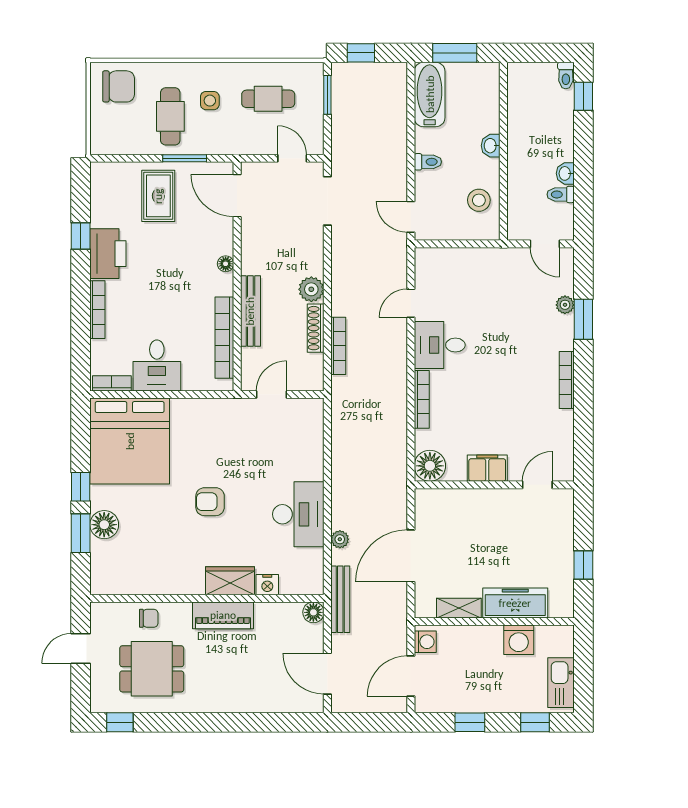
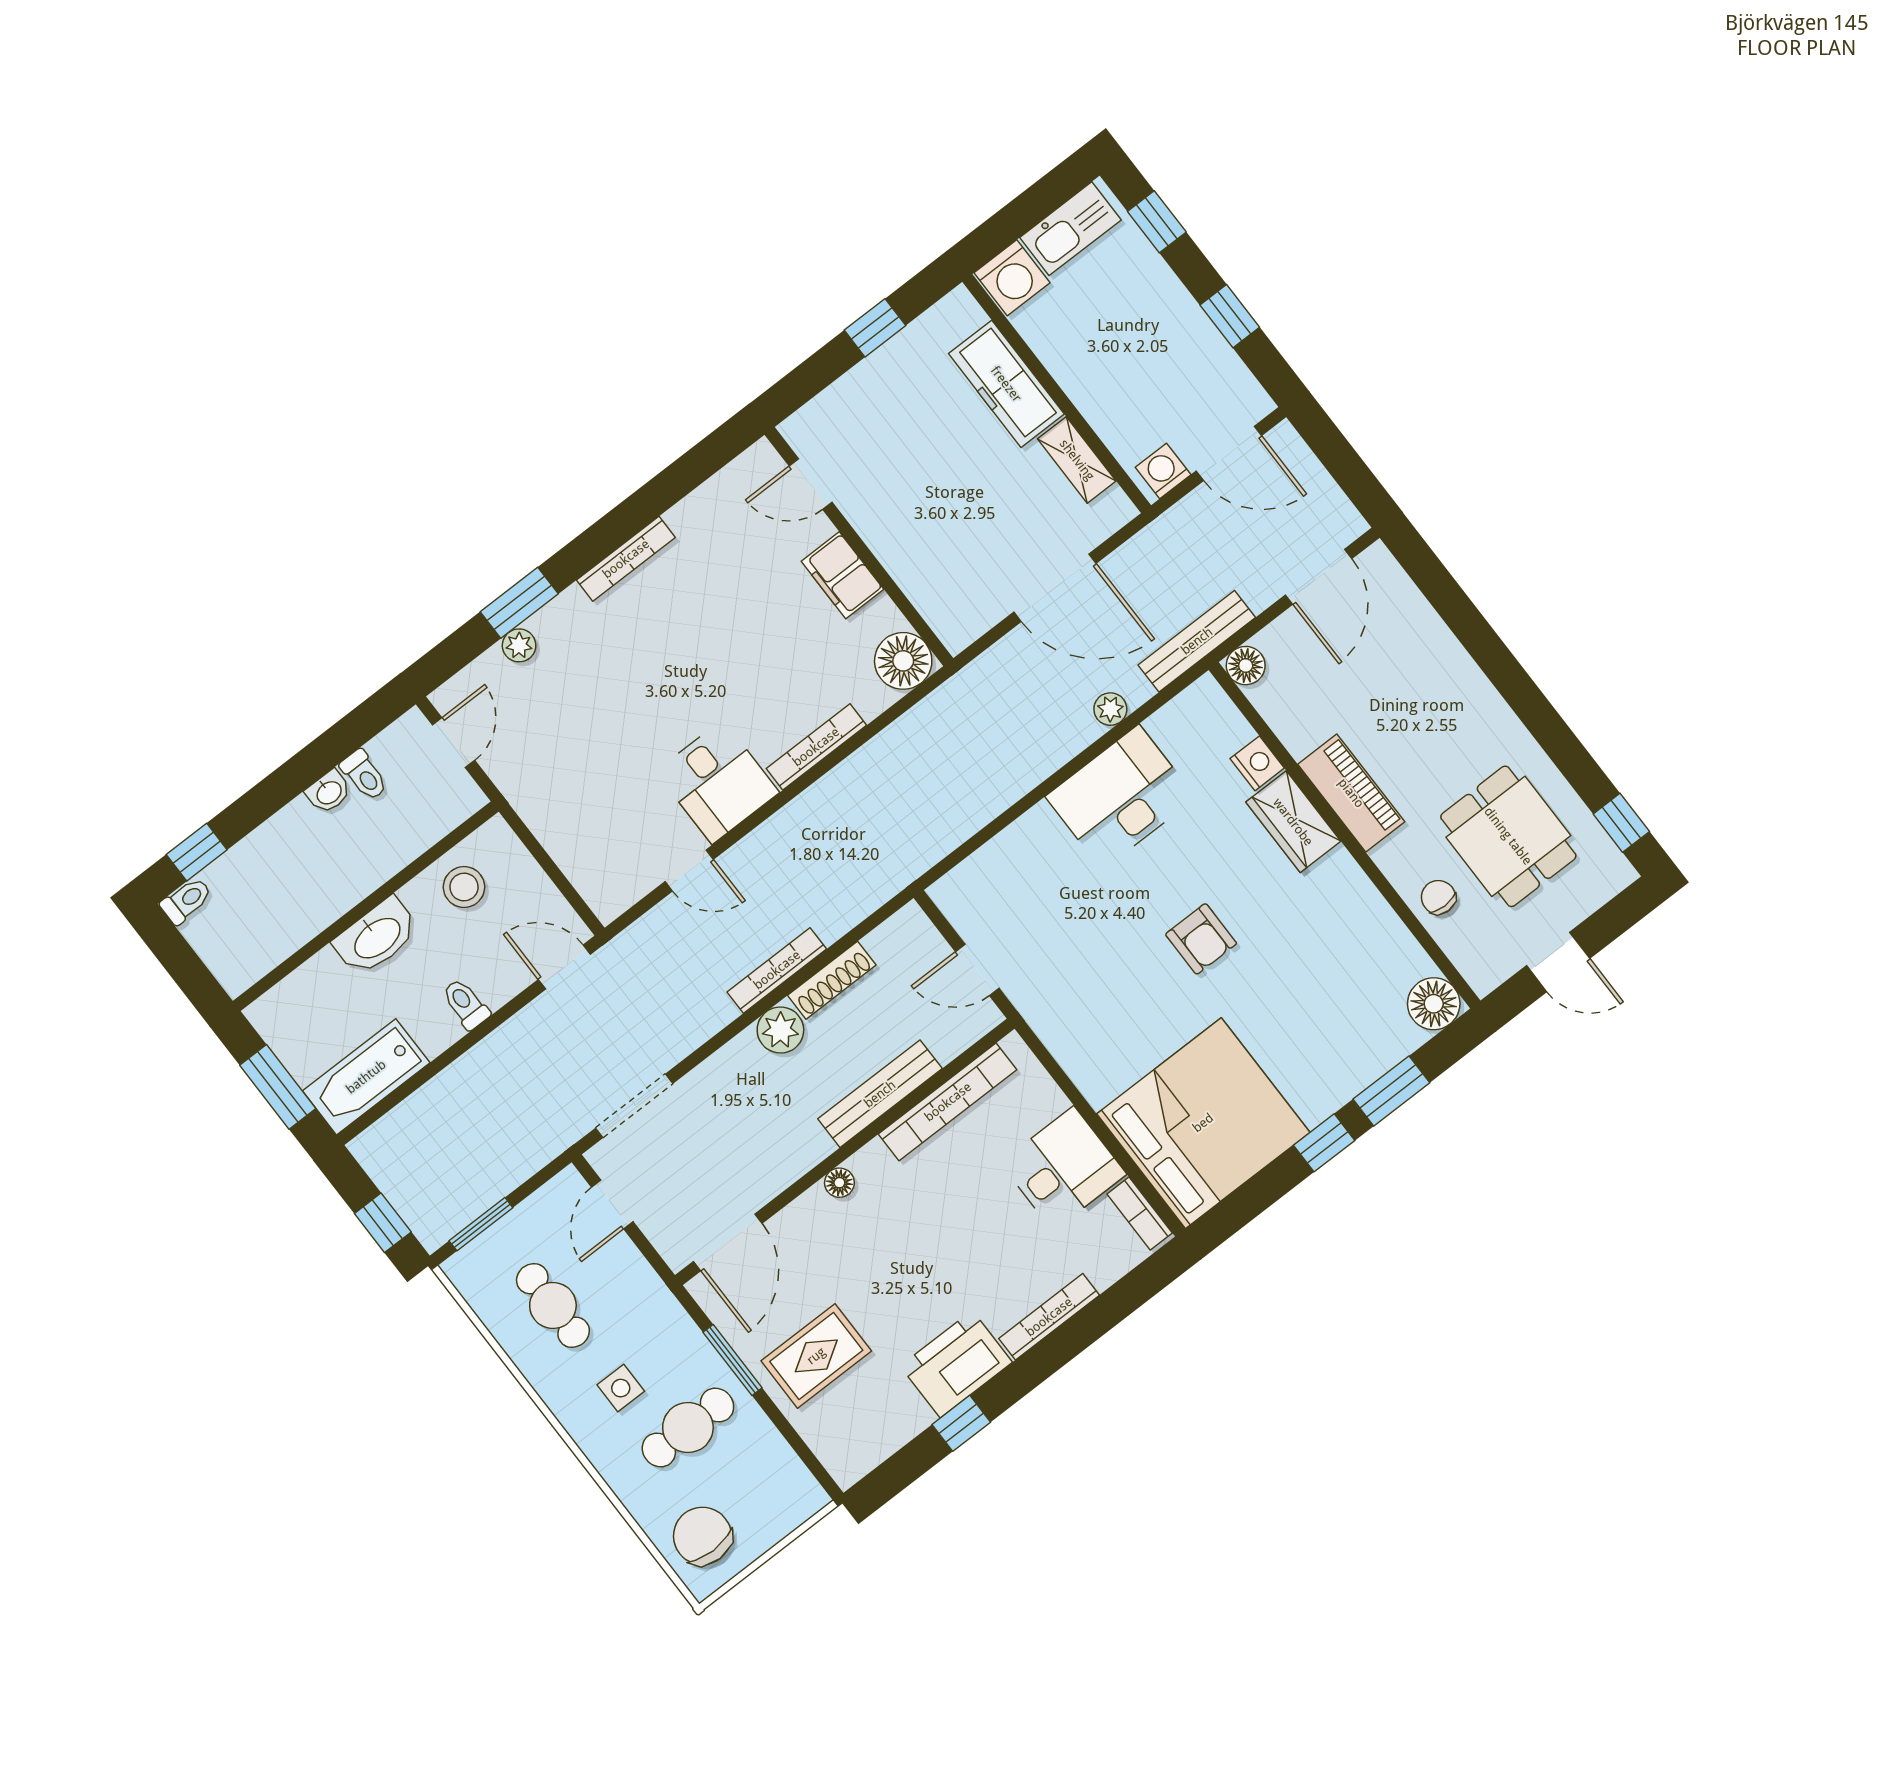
washbasin: (491, 146) -> (376, 937), width x1.91, depth x1.45
door: (411, 217) -> (564, 967), swing flipped
bookcase: (338, 346) -> (777, 970), moved
floor lamp: (104, 525) -> (1434, 1004), moved
washing machine: (519, 640) -> (1012, 278), moved, turned 90

